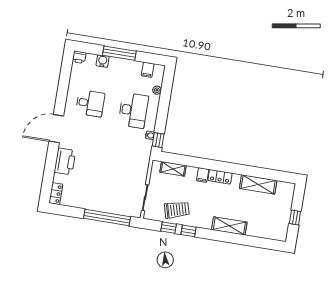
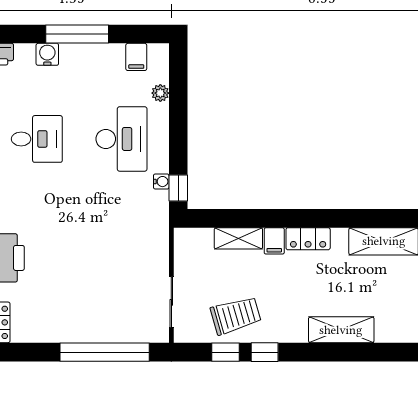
shelving: (173, 169) -> (238, 238), moved

